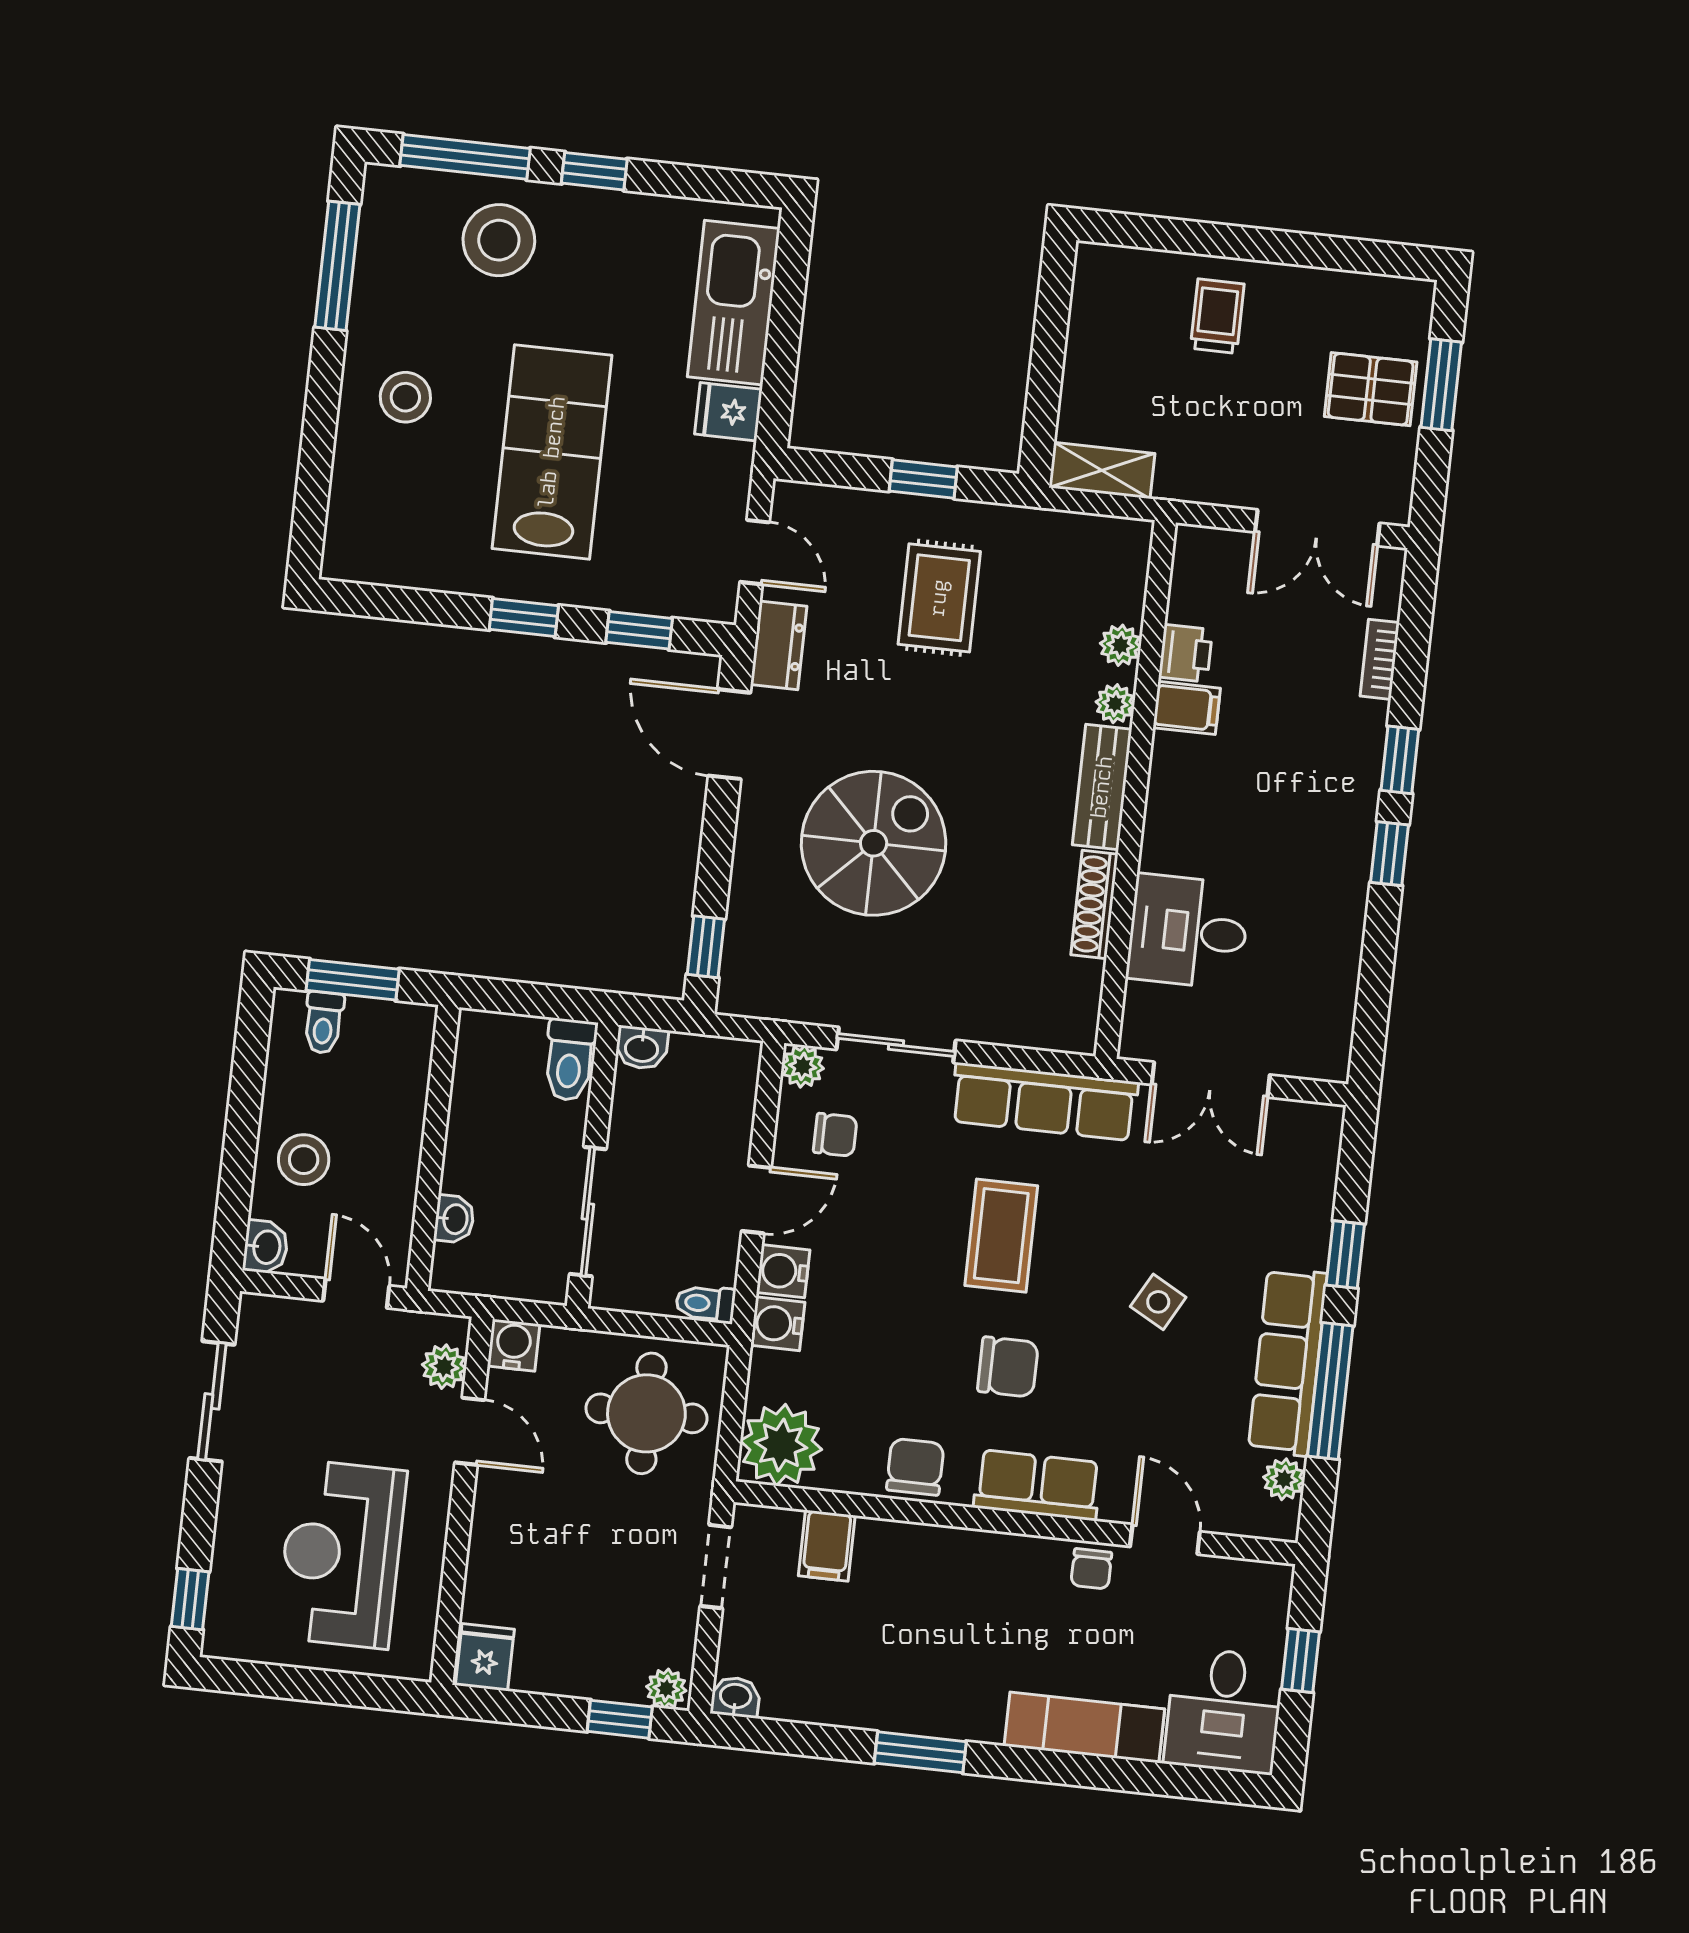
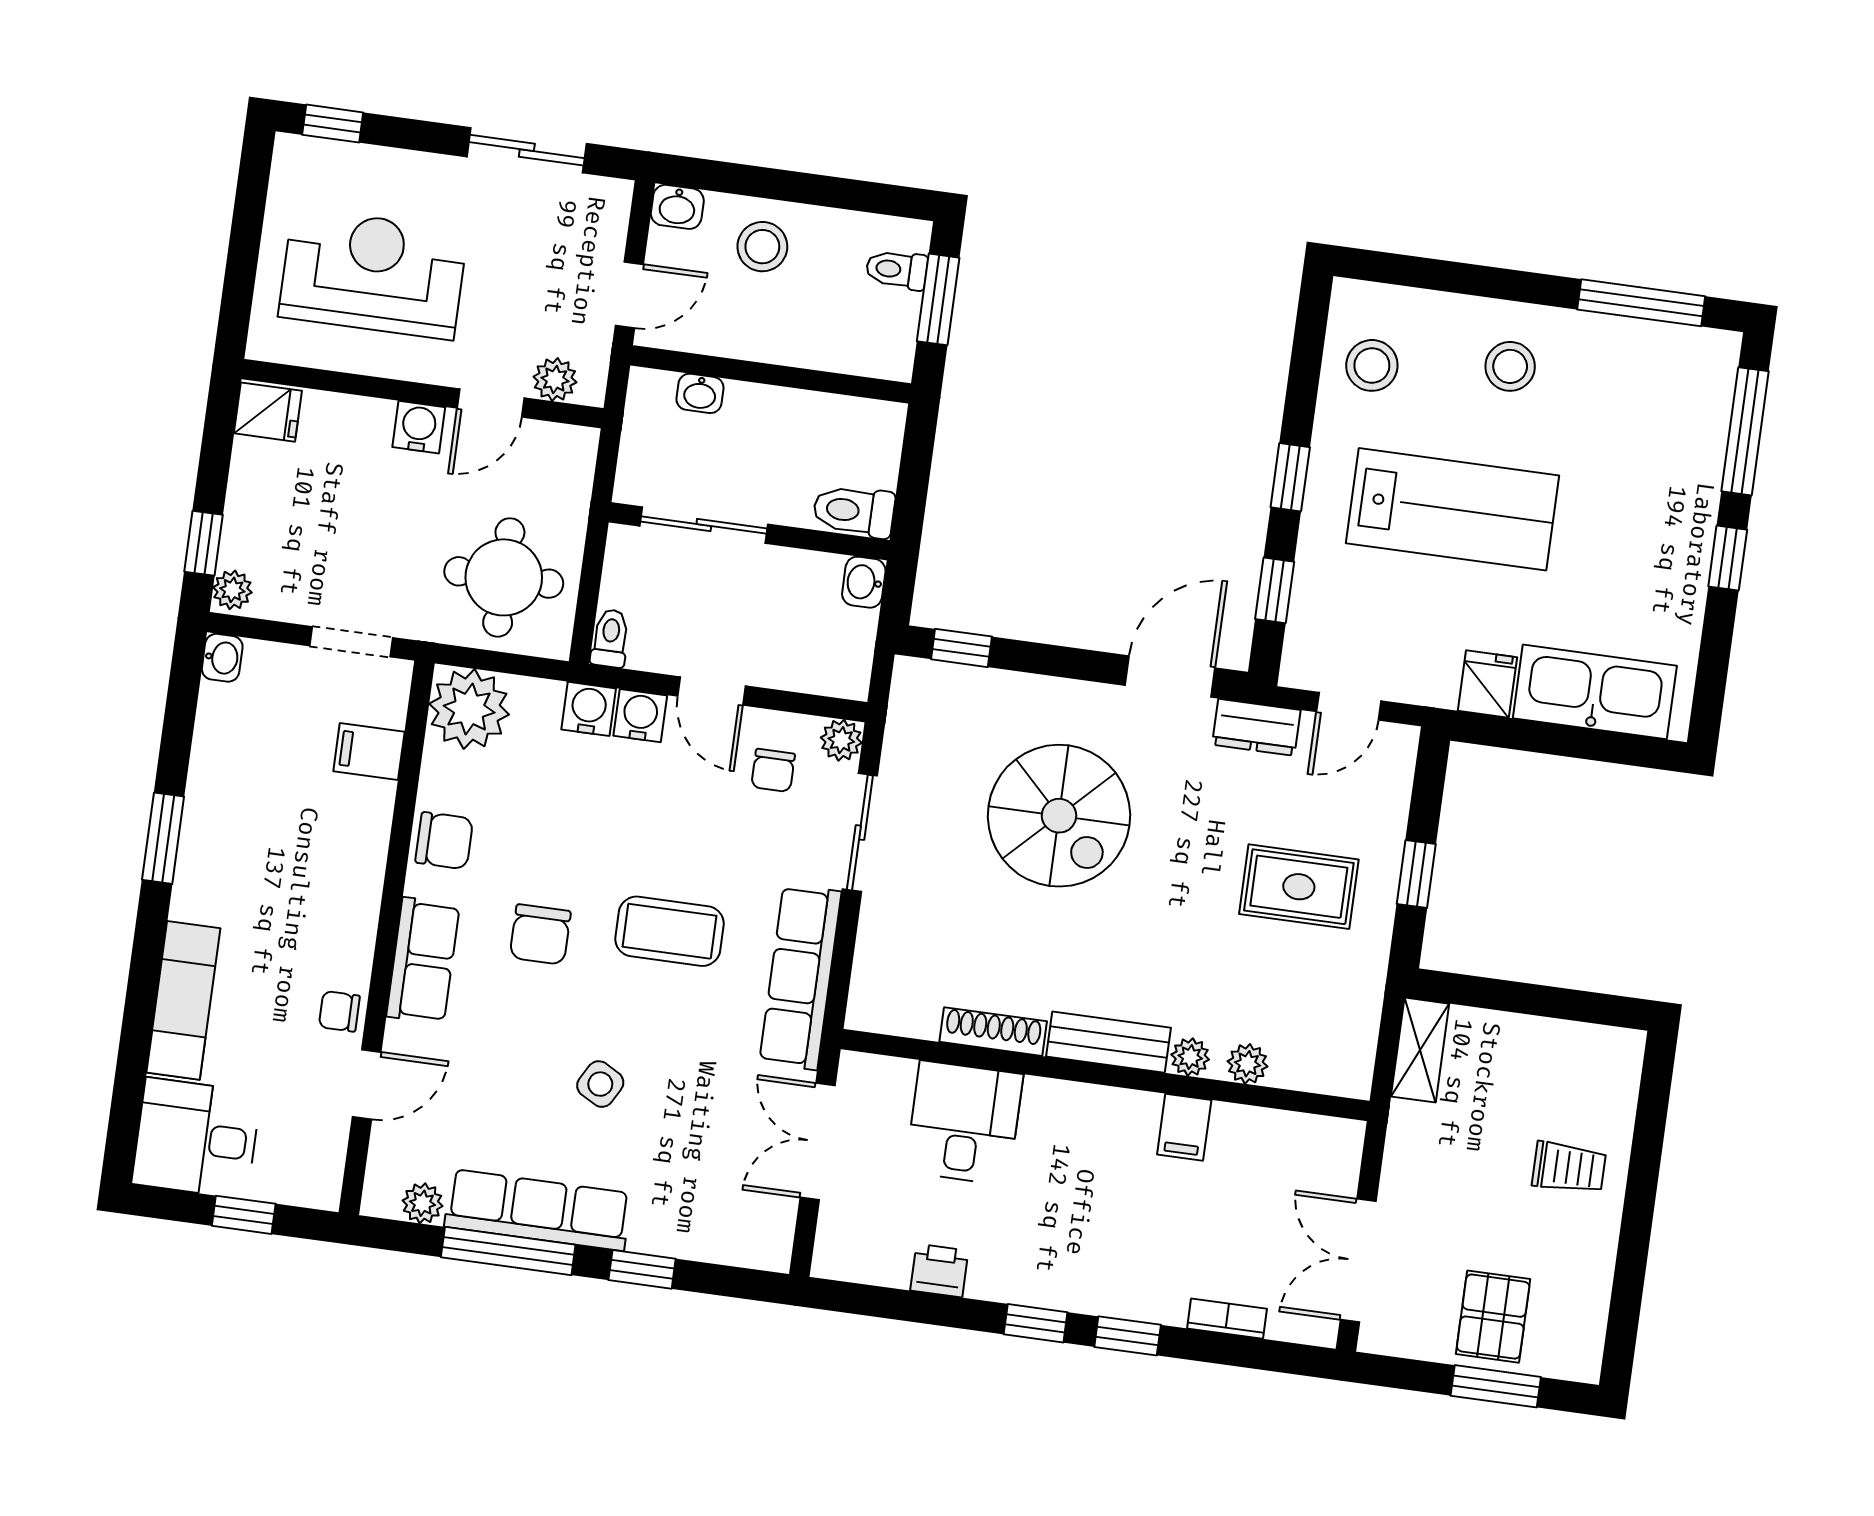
stool: (499, 240) -> (1372, 365), moved, width x0.73, depth x0.73
printer: (1185, 653) -> (939, 1271), moved, turned 180
water cooler: (514, 1345) -> (419, 427), moved, turned -90

